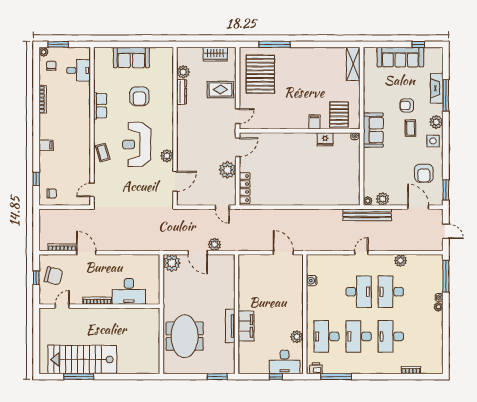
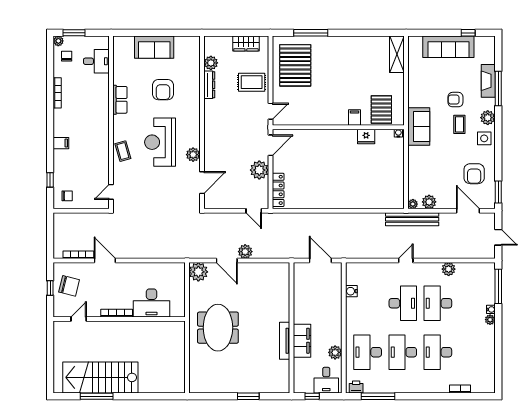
wall: (236, 314) -> (292, 328), moved
tv unit: (230, 326) -> (285, 341), moved
filing cabinet: (246, 326) -> (302, 341), moved
meeting table: (185, 336) -> (218, 328), moved
desk: (285, 362) -> (326, 380), width x0.73

